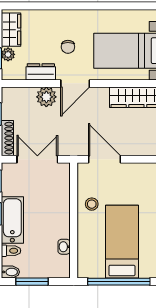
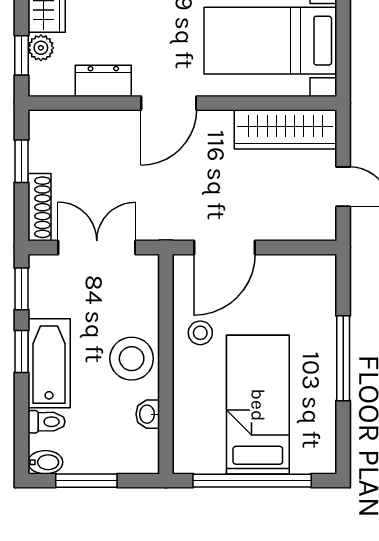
chair: (68, 47) -> (155, 33), removed
plant: (46, 97) -> (114, 129), removed
door: (104, 159) -> (224, 248), swing flipped
stool: (56, 218) -> (132, 359), added

